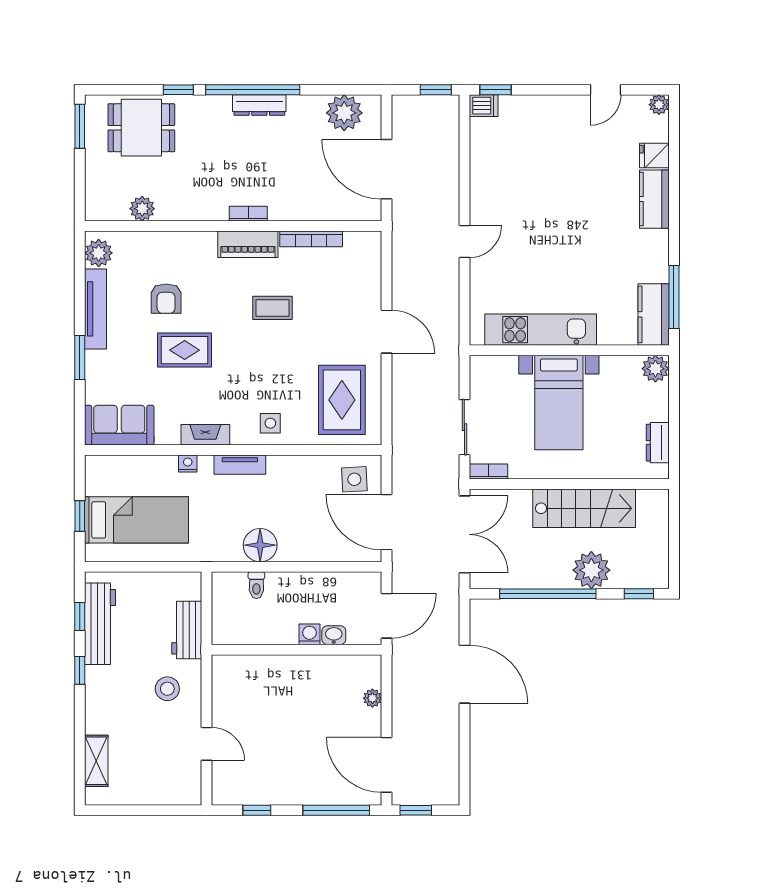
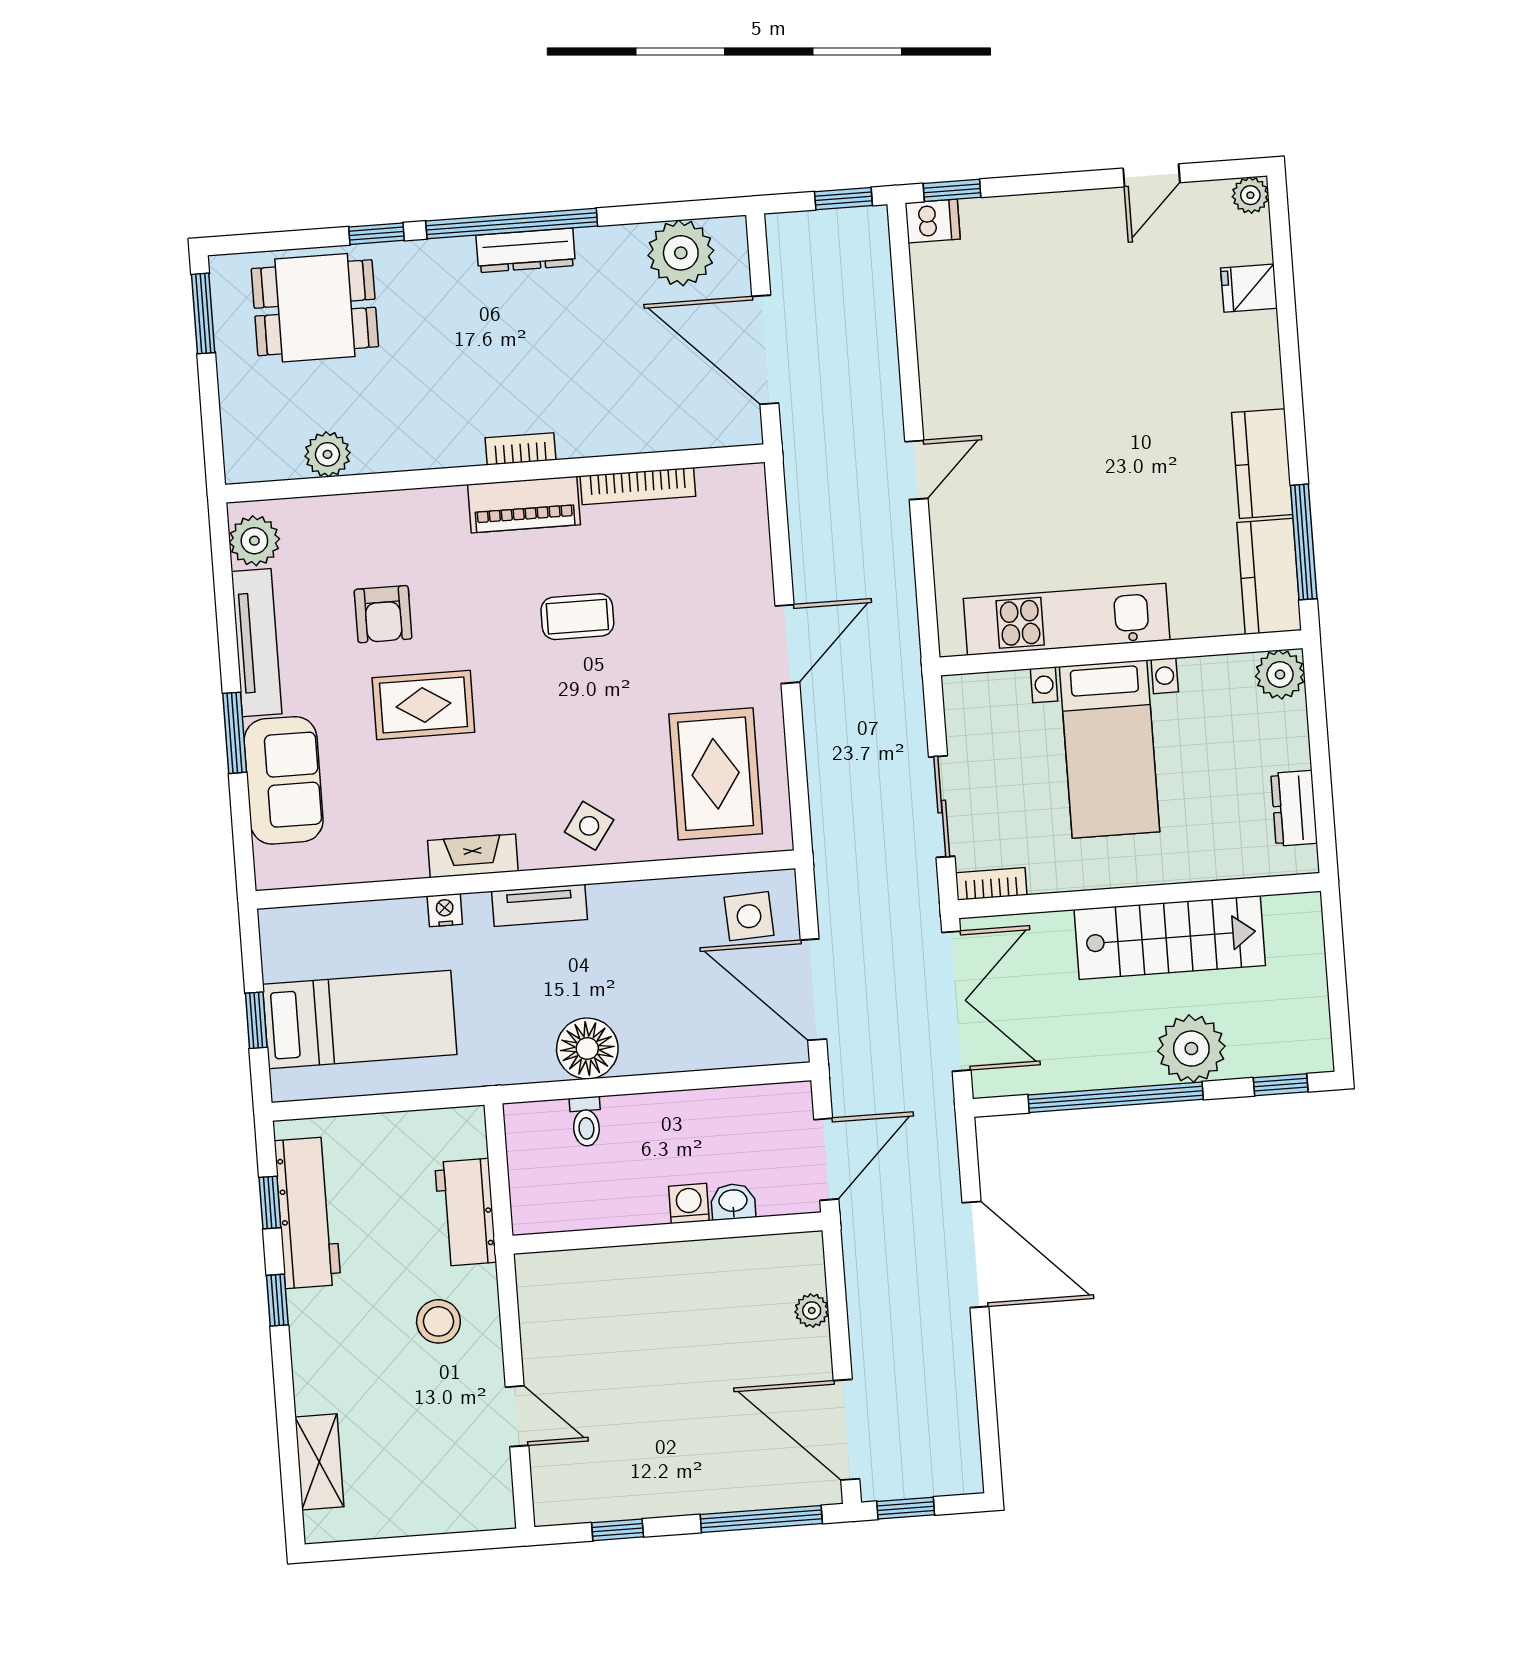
kitchen counter: (654, 199) -> (1262, 464), moved
door: (387, 332) -> (787, 644), hinge flipped
side table: (270, 423) -> (589, 826), turned 35
sofa: (119, 425) -> (284, 780), moved, turned 90

